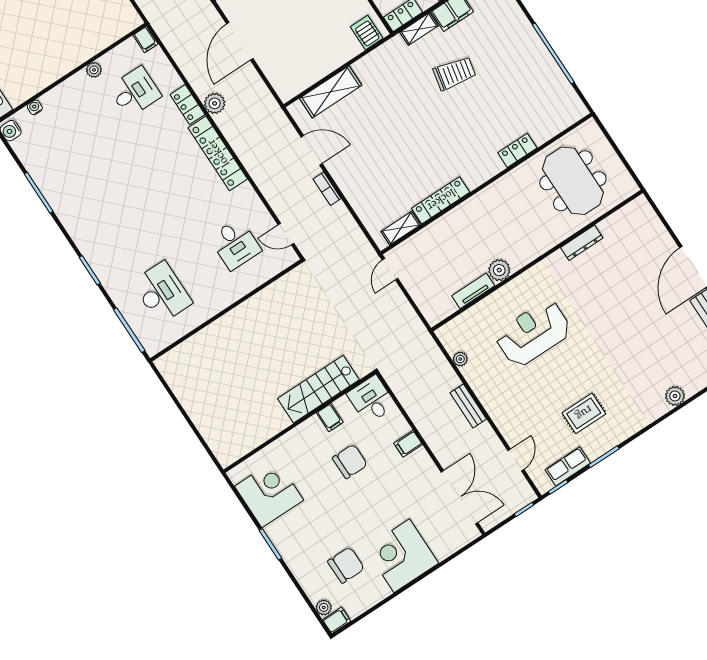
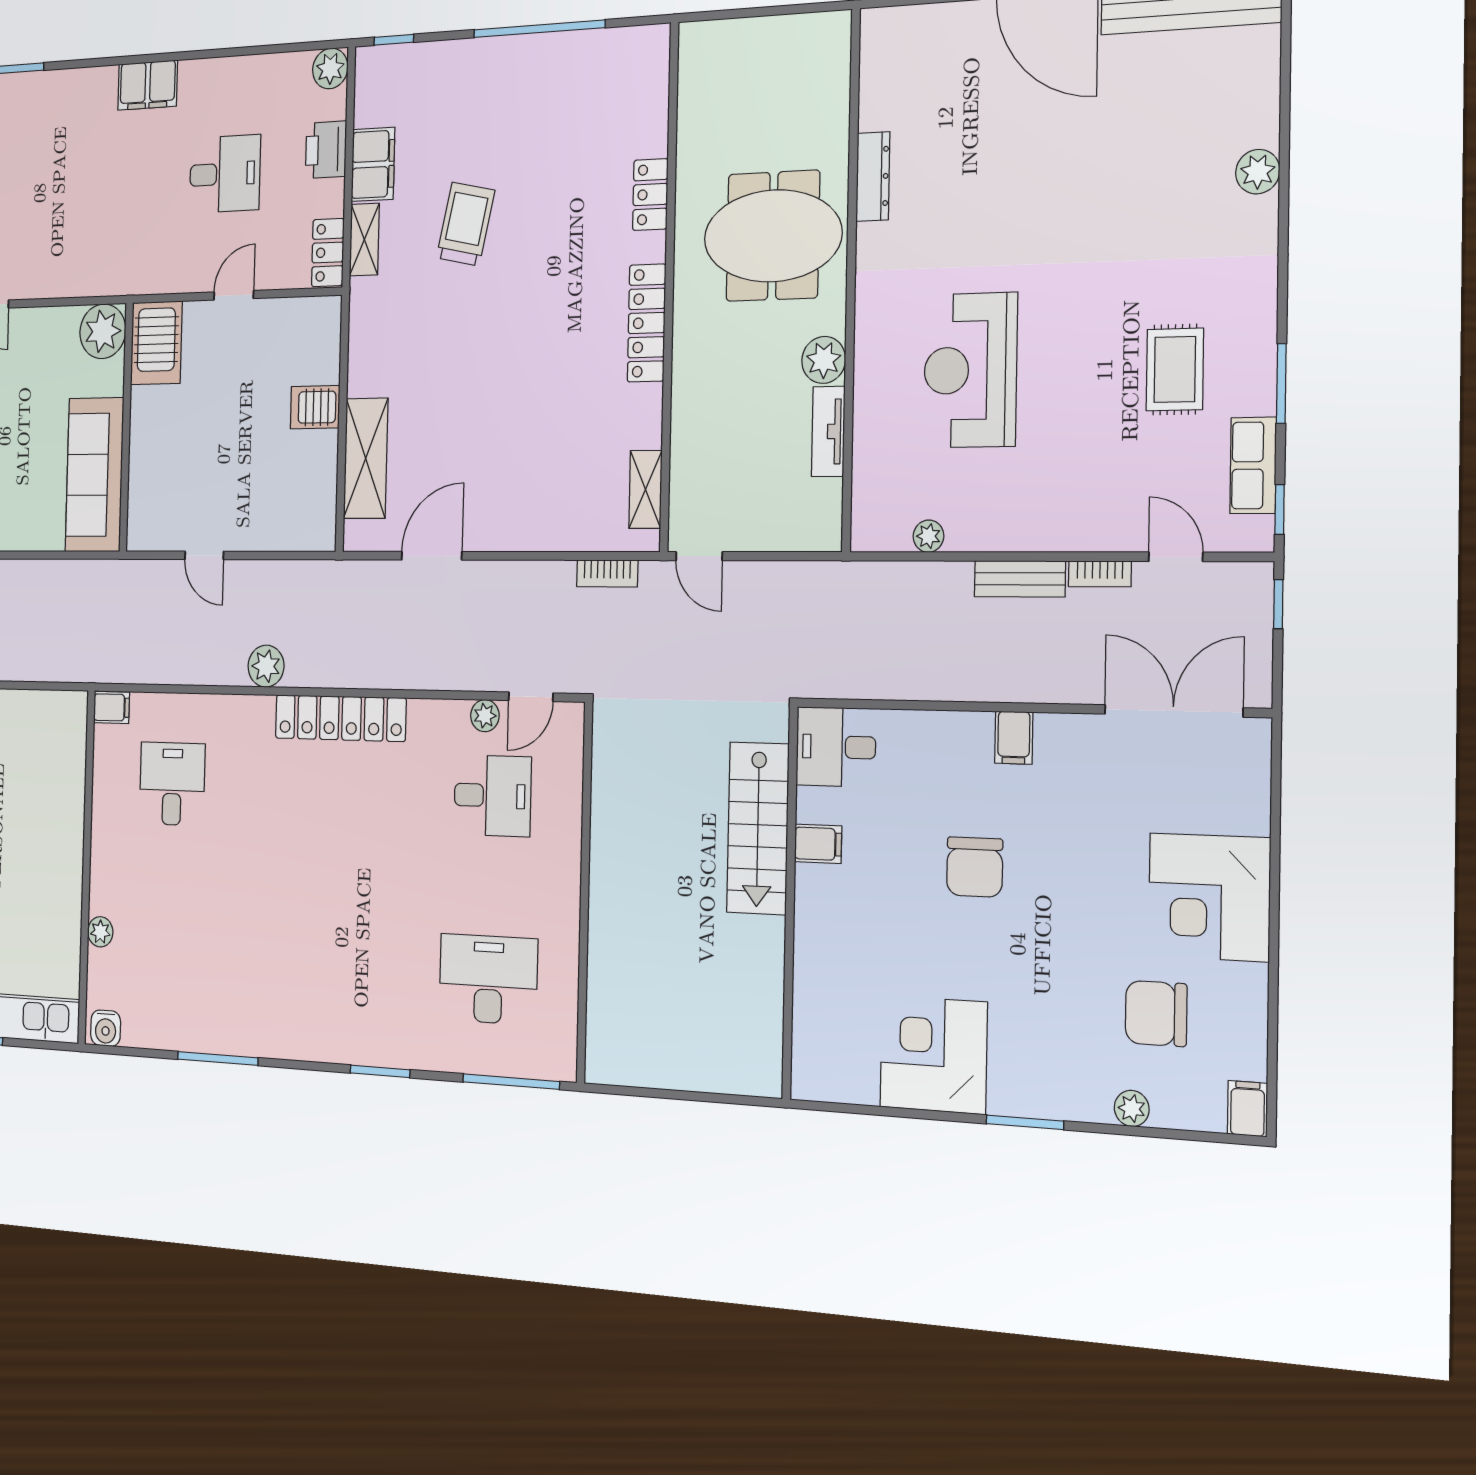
server rack: (367, 33) -> (315, 407), moved
door: (240, 41) -> (204, 555), width x0.53
plant: (94, 70) -> (100, 932), moved
locker: (187, 105) -> (241, 712), removed
water cooler: (35, 107) -> (97, 962), removed
meeting table: (573, 181) -> (773, 236), moved
bookcase: (327, 189) -> (607, 573), moved
locker: (441, 200) -> (647, 323), moved
plant: (264, 219) -> (485, 716), added
stairs: (318, 389) -> (758, 828), moved
desk: (371, 400) -> (836, 747), moved
filing cabinet: (330, 418) -> (818, 844), moved
wall: (300, 422) -> (790, 902), moved
bookcase: (491, 436) -> (1100, 574), added
chair: (350, 461) -> (975, 867), turned 180
chair: (346, 565) -> (1156, 1013), turned -90
plant: (324, 607) -> (1132, 1108), moved

